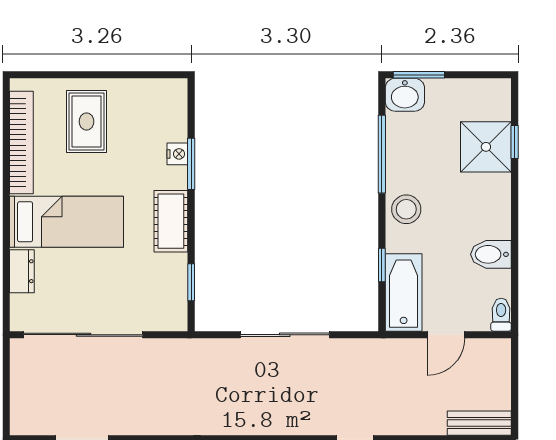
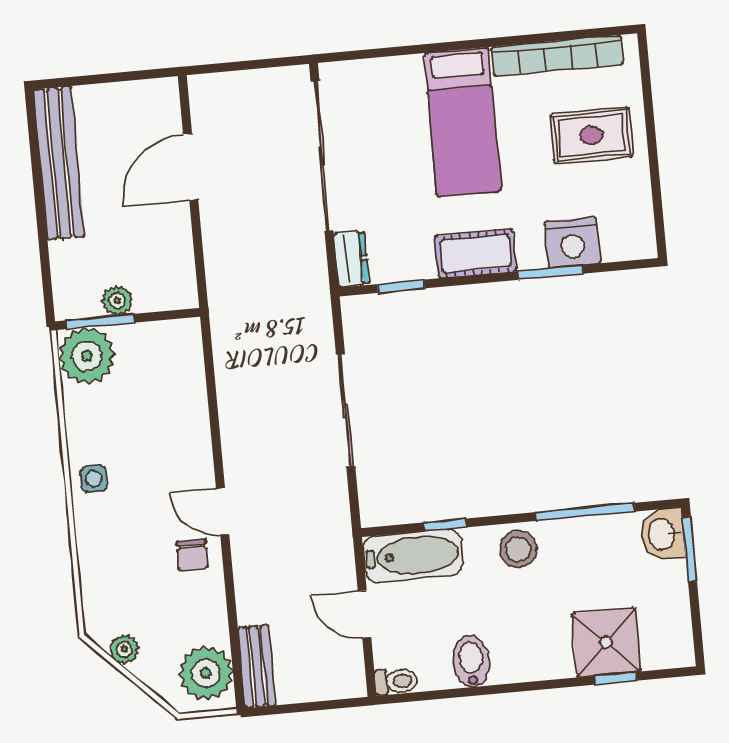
nightstand: (177, 154) -> (573, 242), width x1.89, depth x1.79
dresser: (22, 271) -> (351, 259), moved, turned -90

